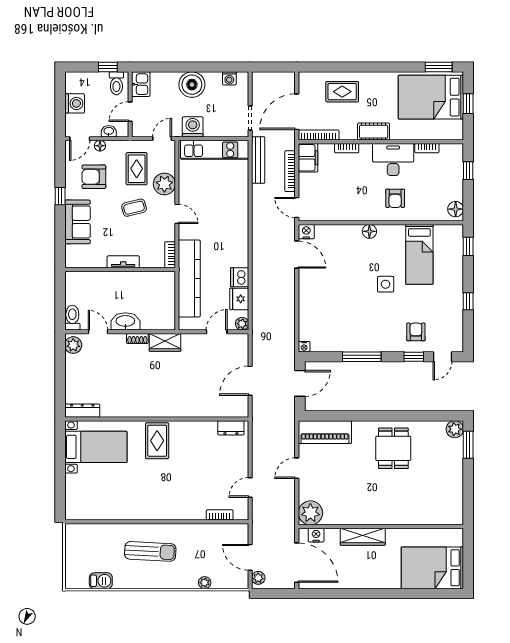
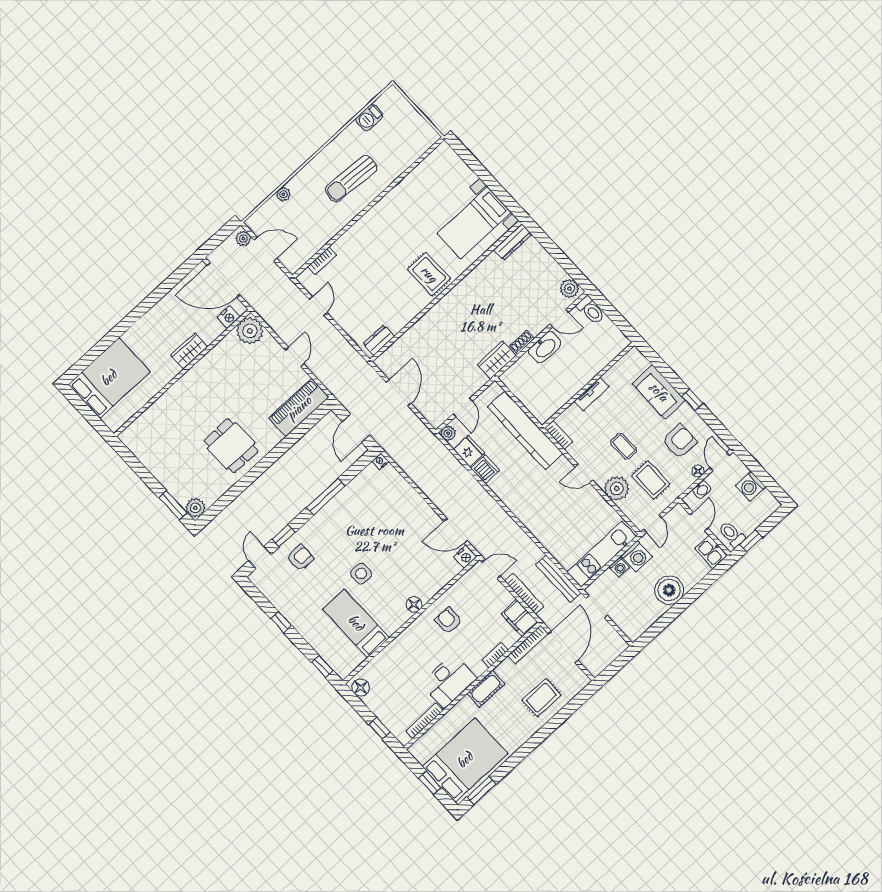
washing machine: (229, 78) -> (619, 567), moved, turned 180
bookcase: (427, 148) -> (425, 721), width x1.56
armchair: (395, 198) -> (448, 620), moved
coffee table: (134, 208) -> (624, 446), turned -76
armchair: (416, 332) -> (300, 558), turned -90
wardrobe: (363, 537) -> (189, 351), width x0.67

